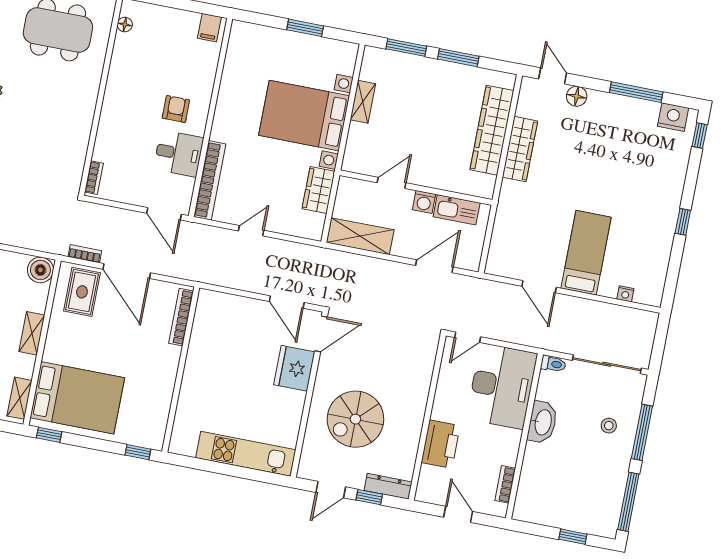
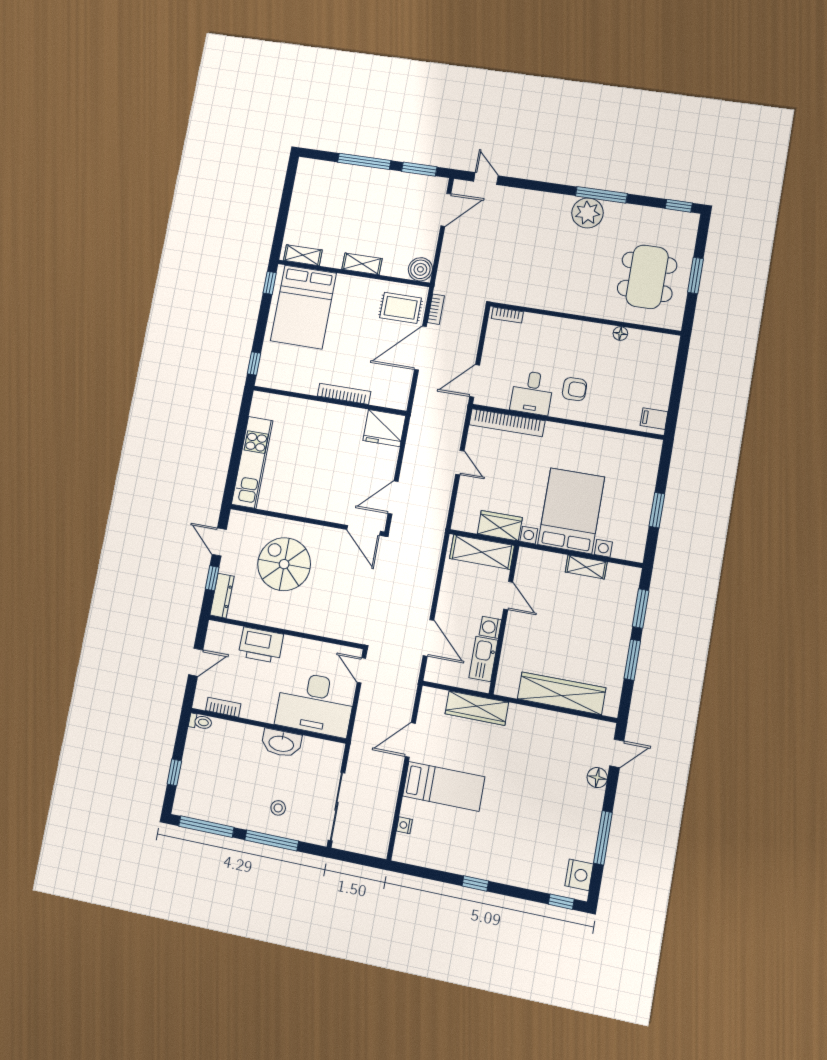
floor lamp: (125, 25) -> (620, 334), moved
wardrobe: (520, 149) -> (477, 708), moved
shelving: (360, 236) -> (482, 552), moved, turned 90
bookcase: (181, 317) -> (344, 394), moved
toilet: (553, 364) -> (200, 722), moved, turned -90
fridge: (294, 368) -> (384, 428), moved, turned 180

